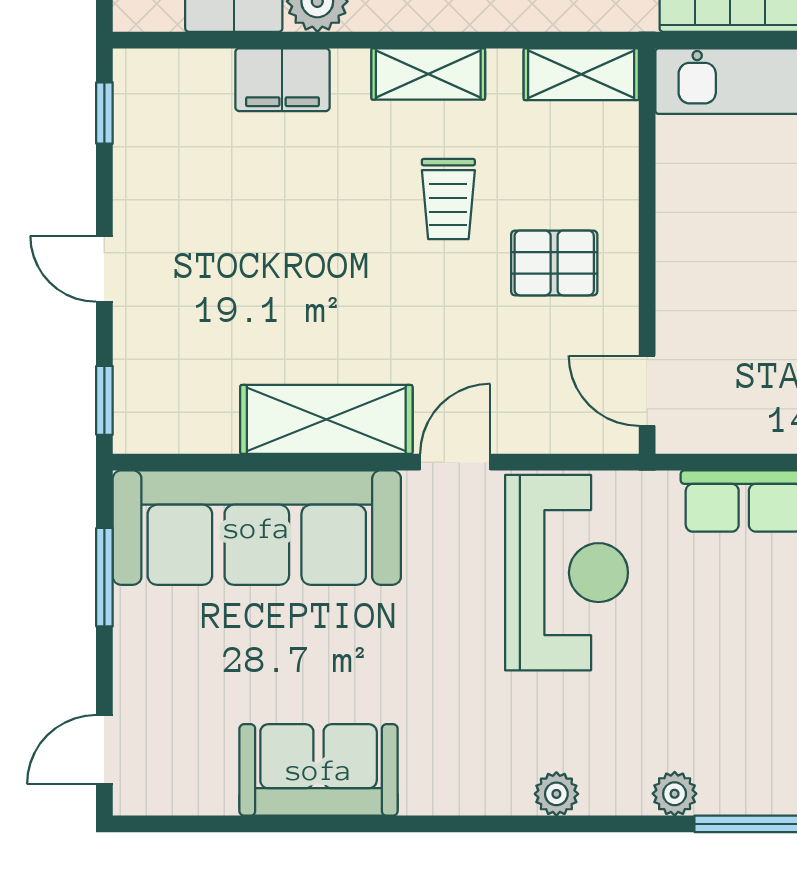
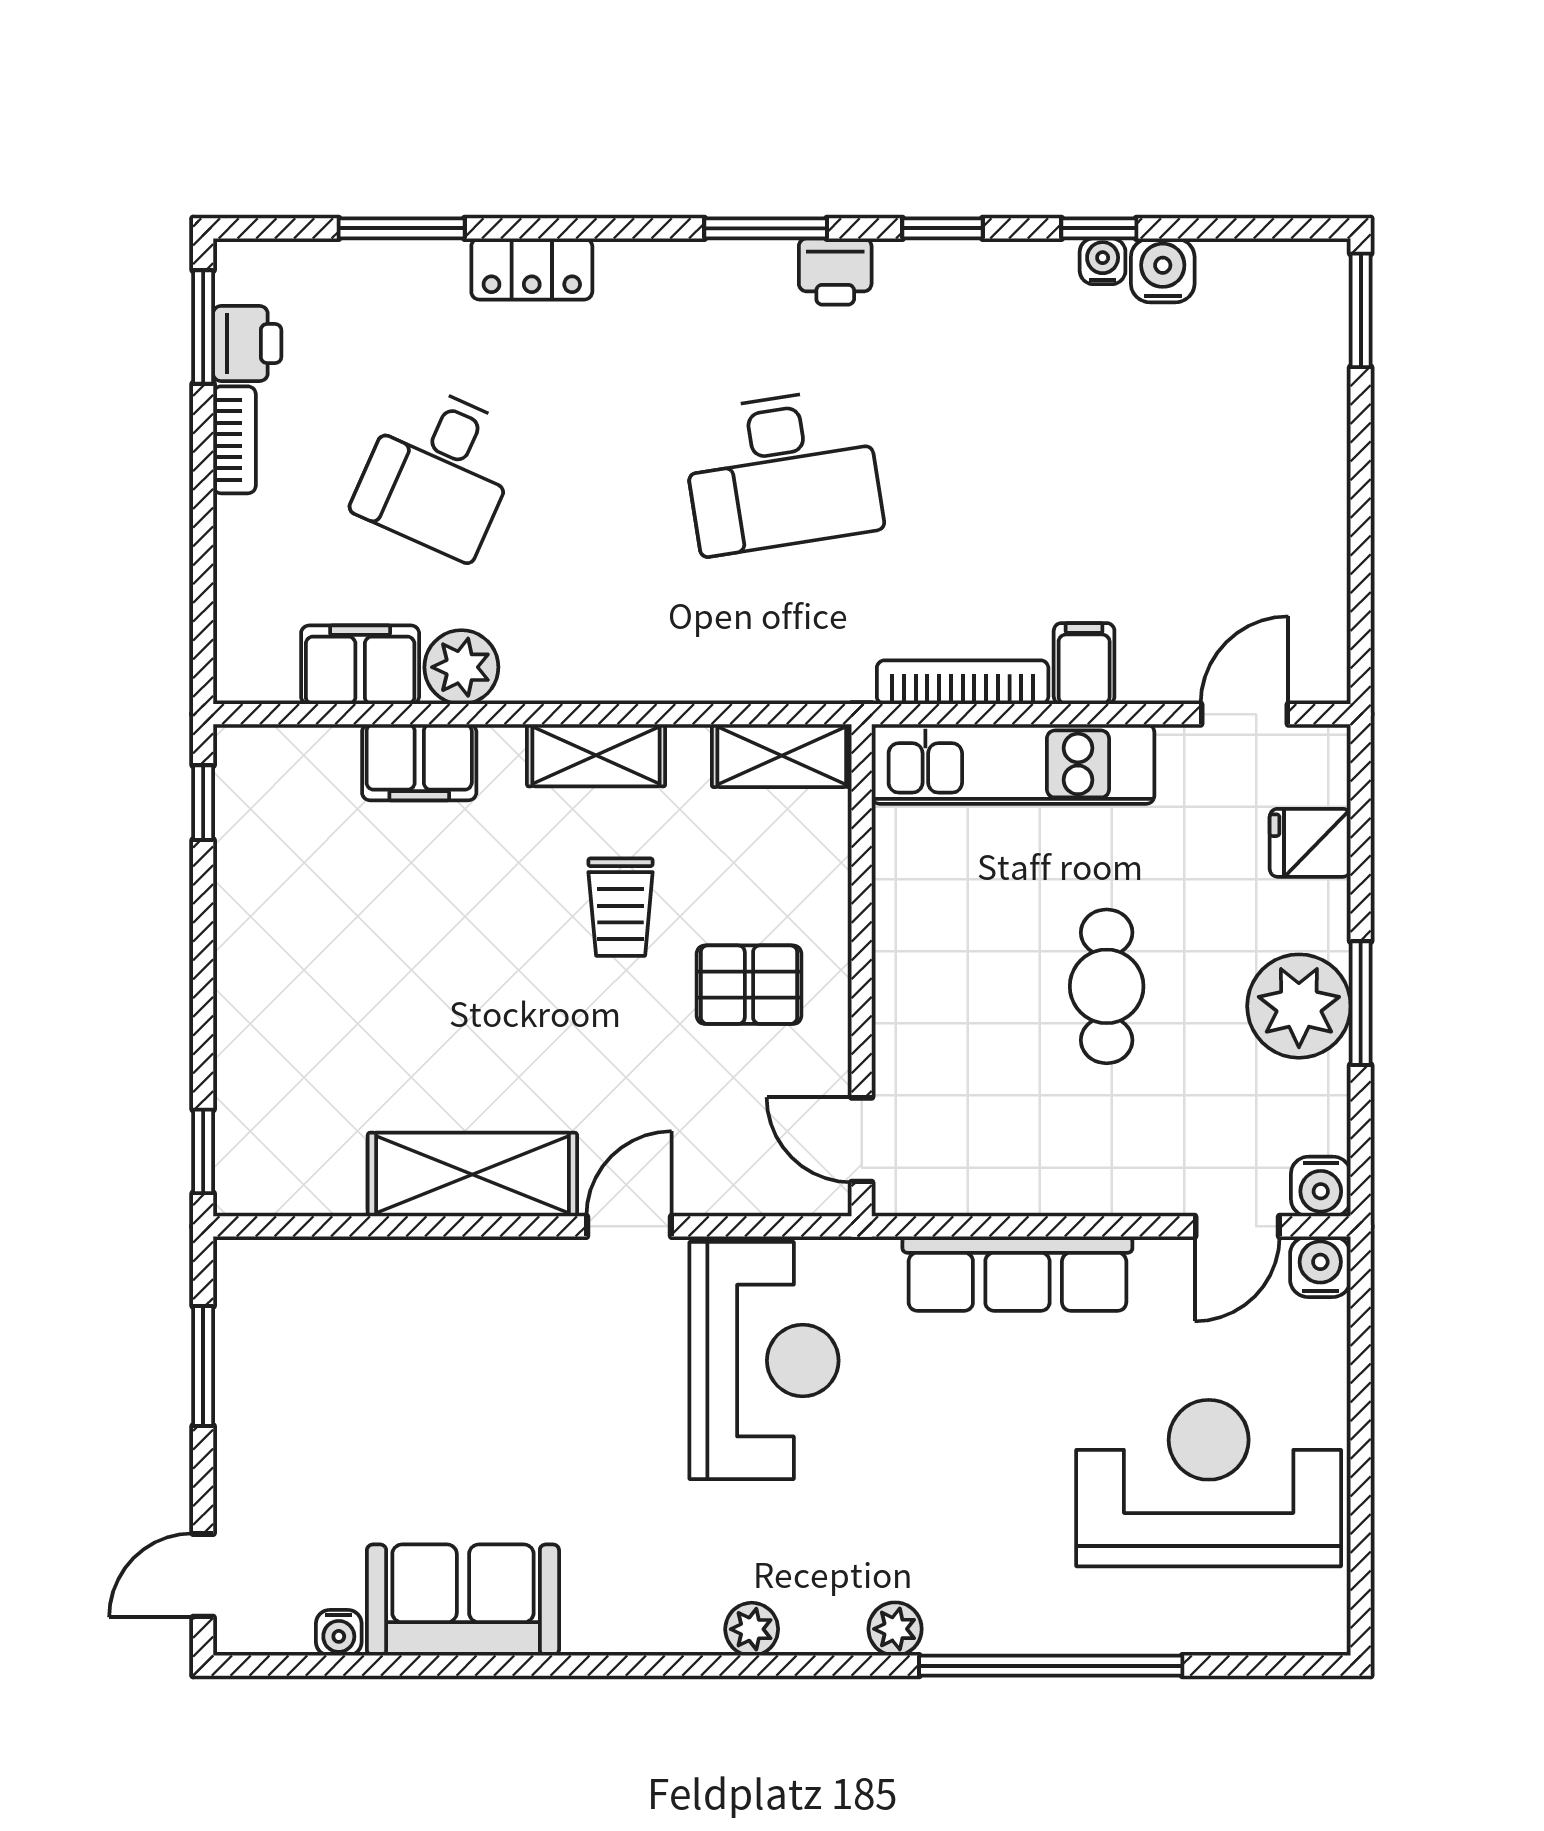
door: (104, 269) -> (203, 992), removed
sofa: (257, 528) -> (388, 1306), removed
water cooler: (216, 797) -> (339, 1633), added

